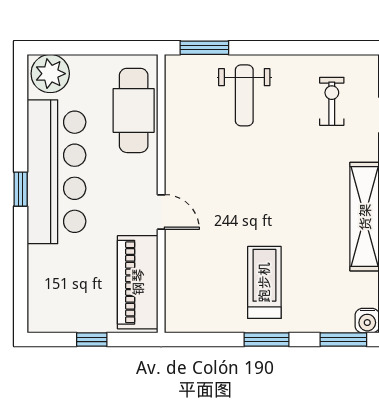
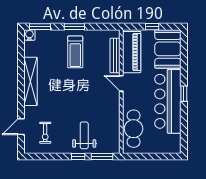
window: (258, 48) -> (78, 157), added
plant: (50, 74) -> (171, 145), removed
bench: (175, 274) -> (115, 56), added
booth: (56, 289) -> (168, 49), added

